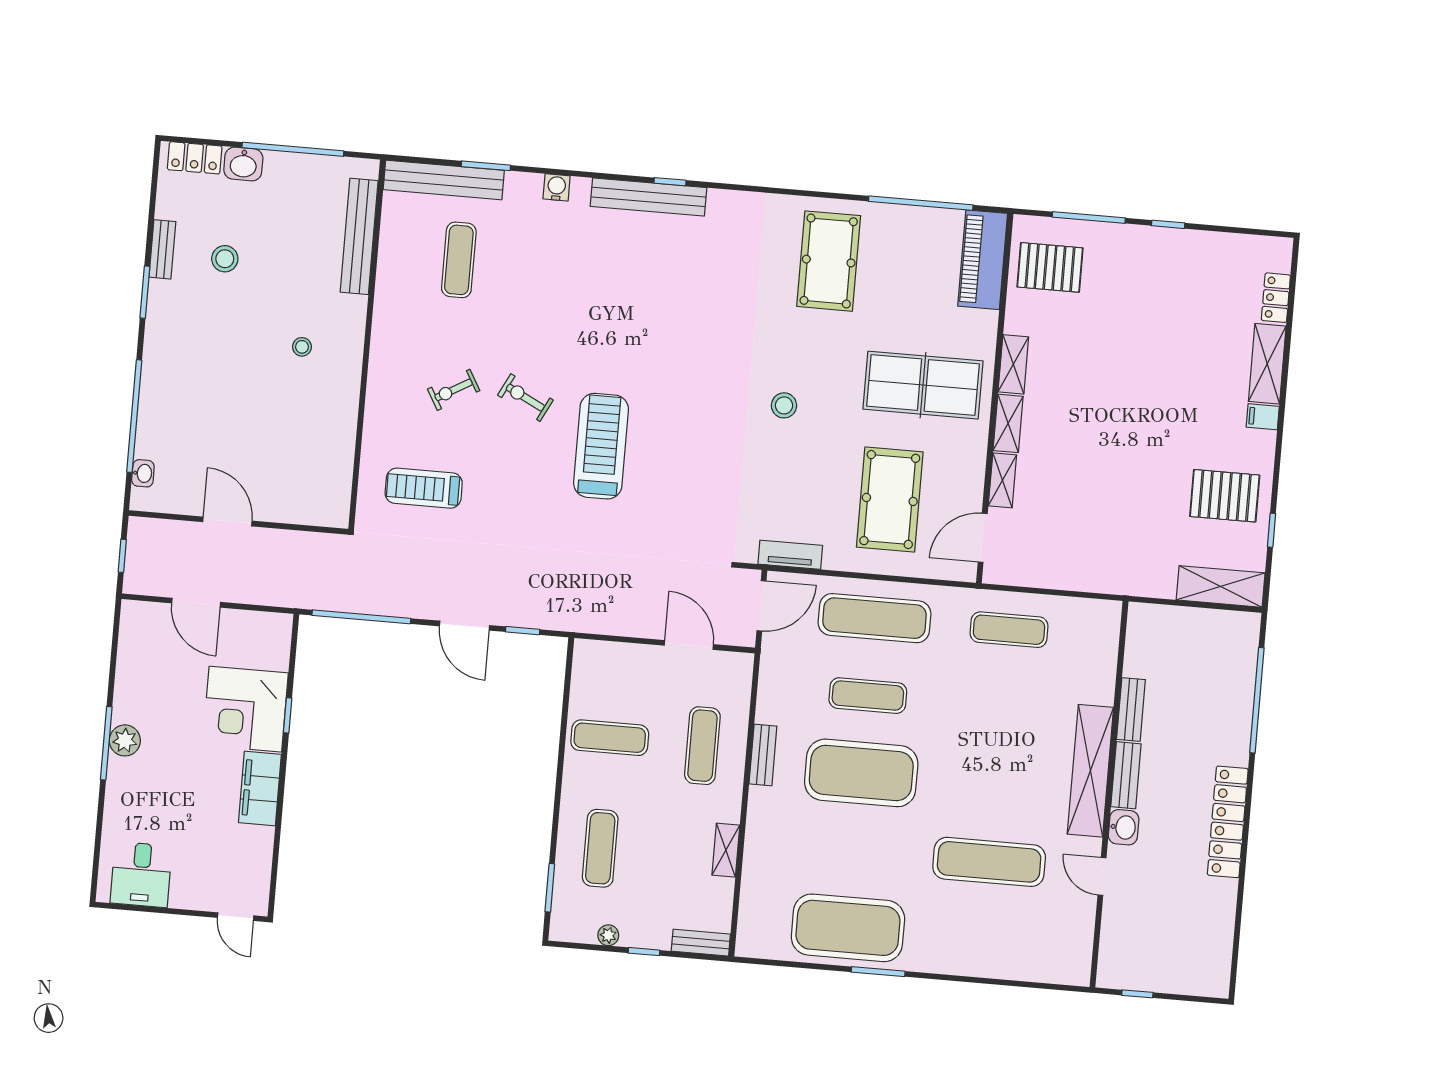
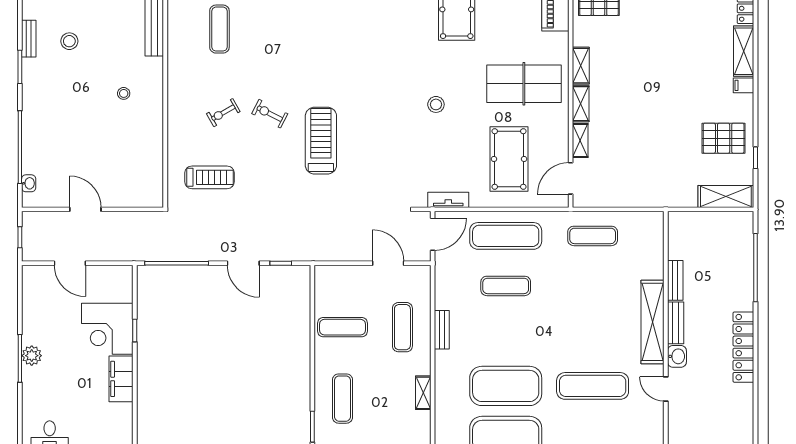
treadmill: (424, 488) -> (209, 177), turned 180
exercise mat: (861, 773) -> (506, 386), moved

